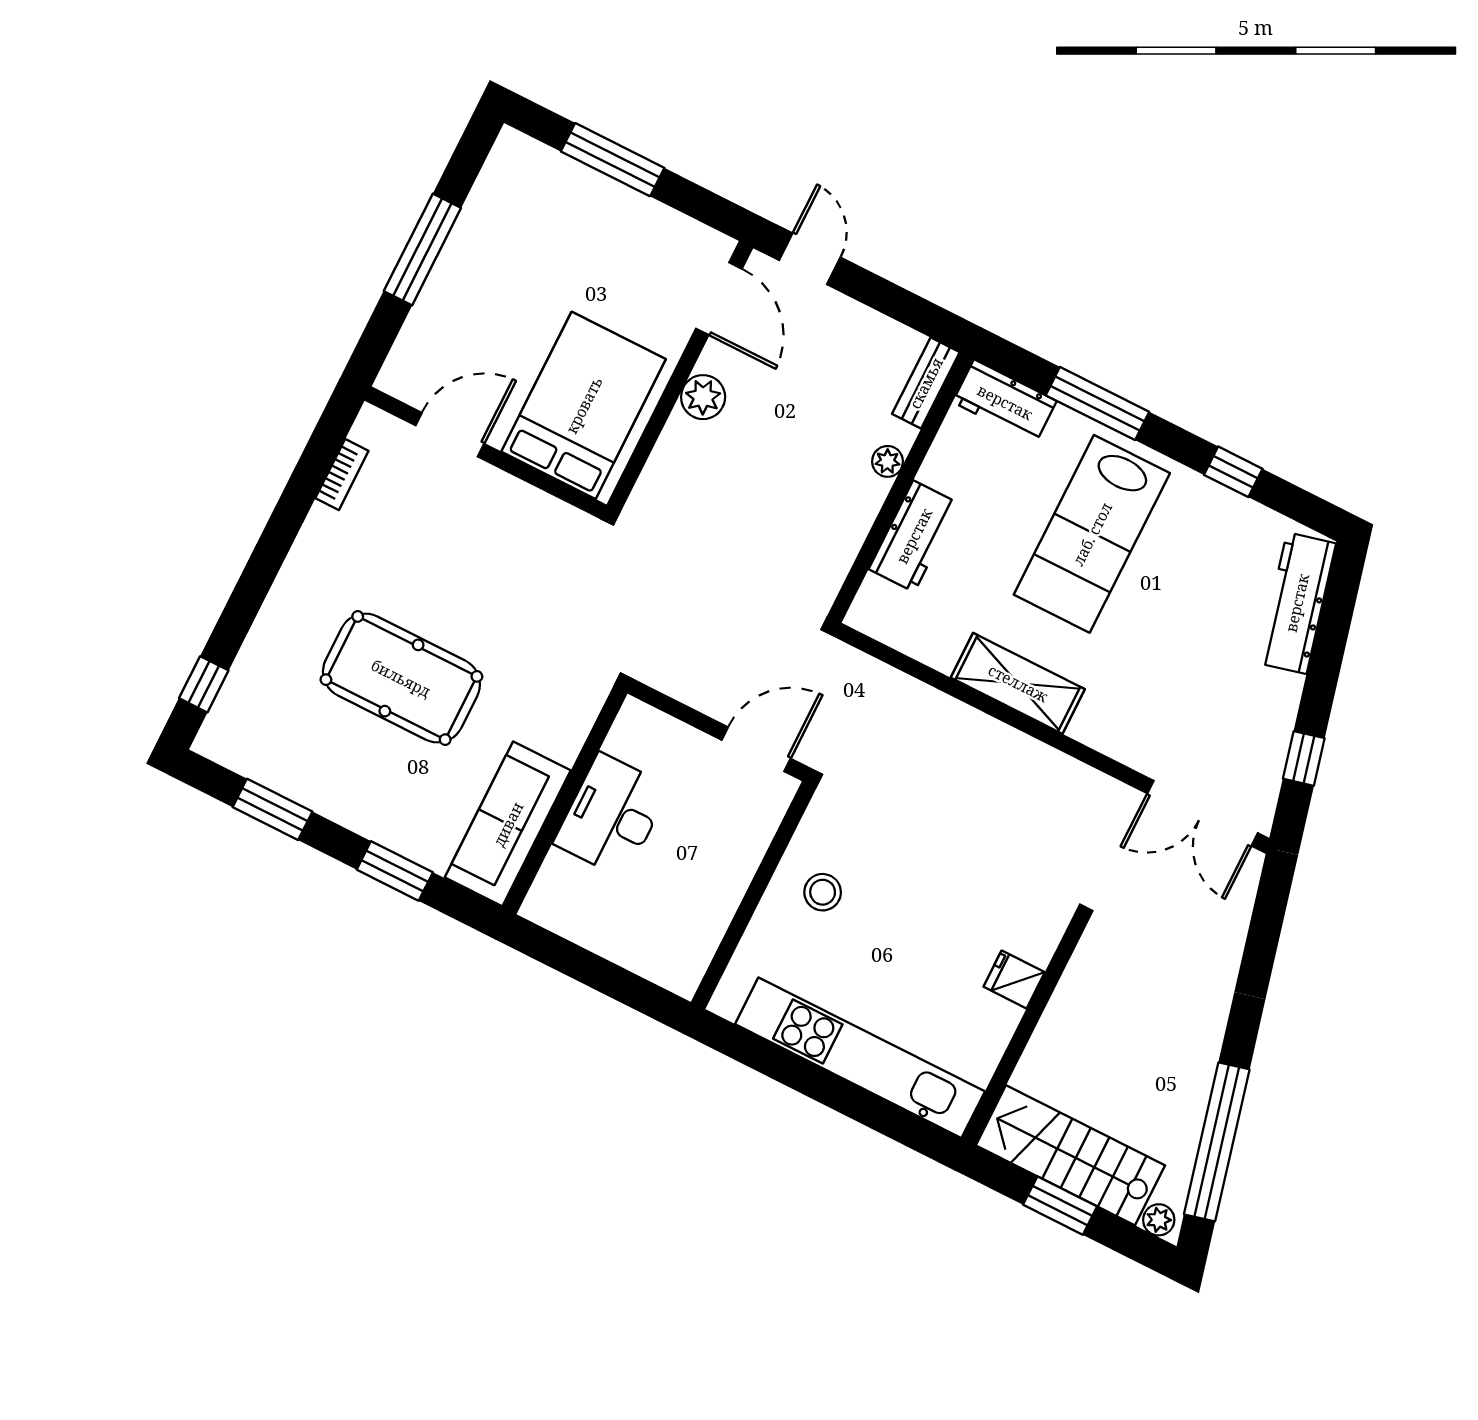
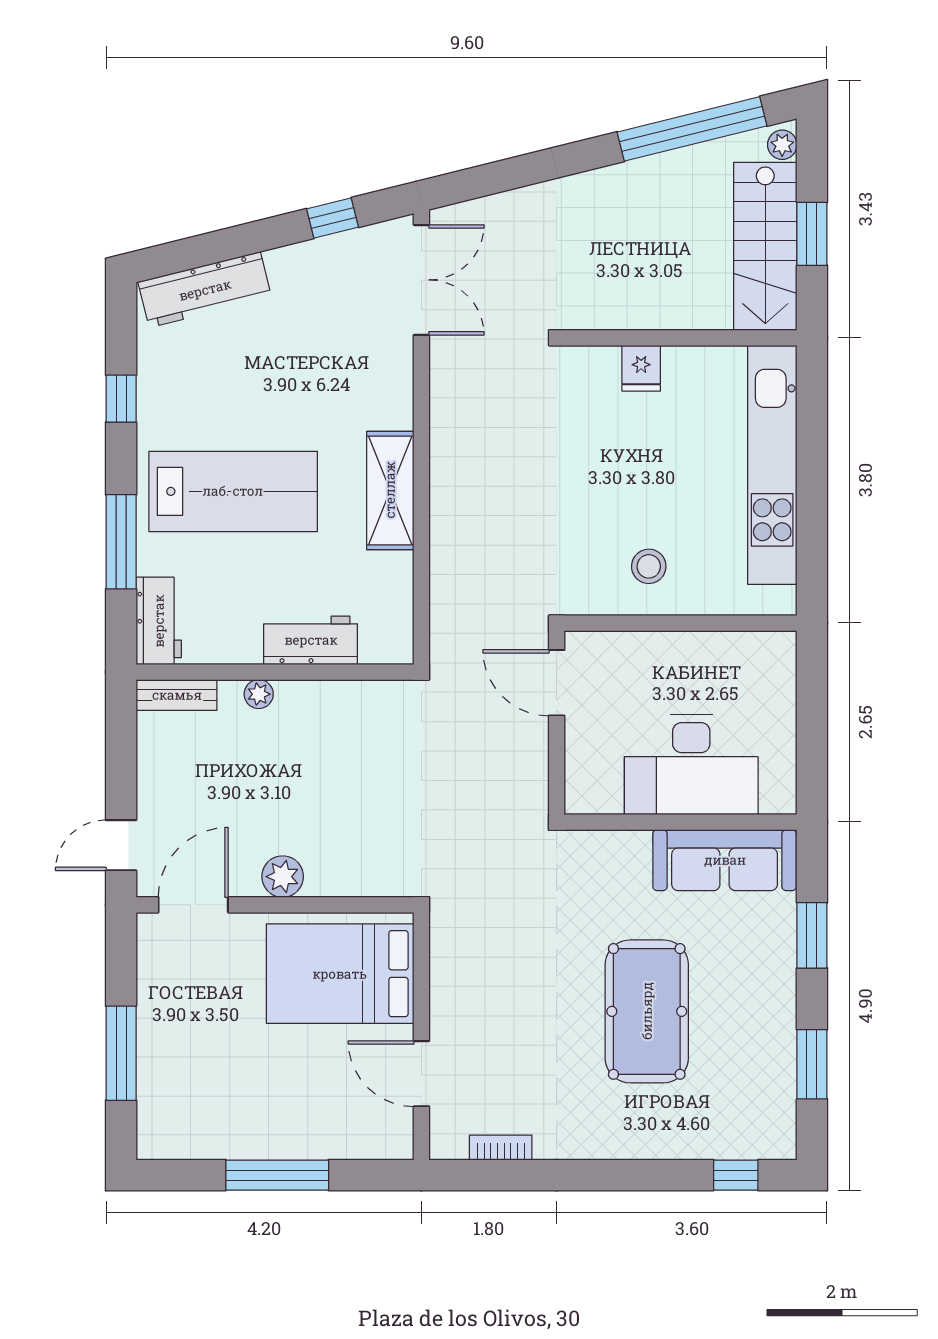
desk: (612, 815) -> (691, 765), width x1.36, depth x1.30

